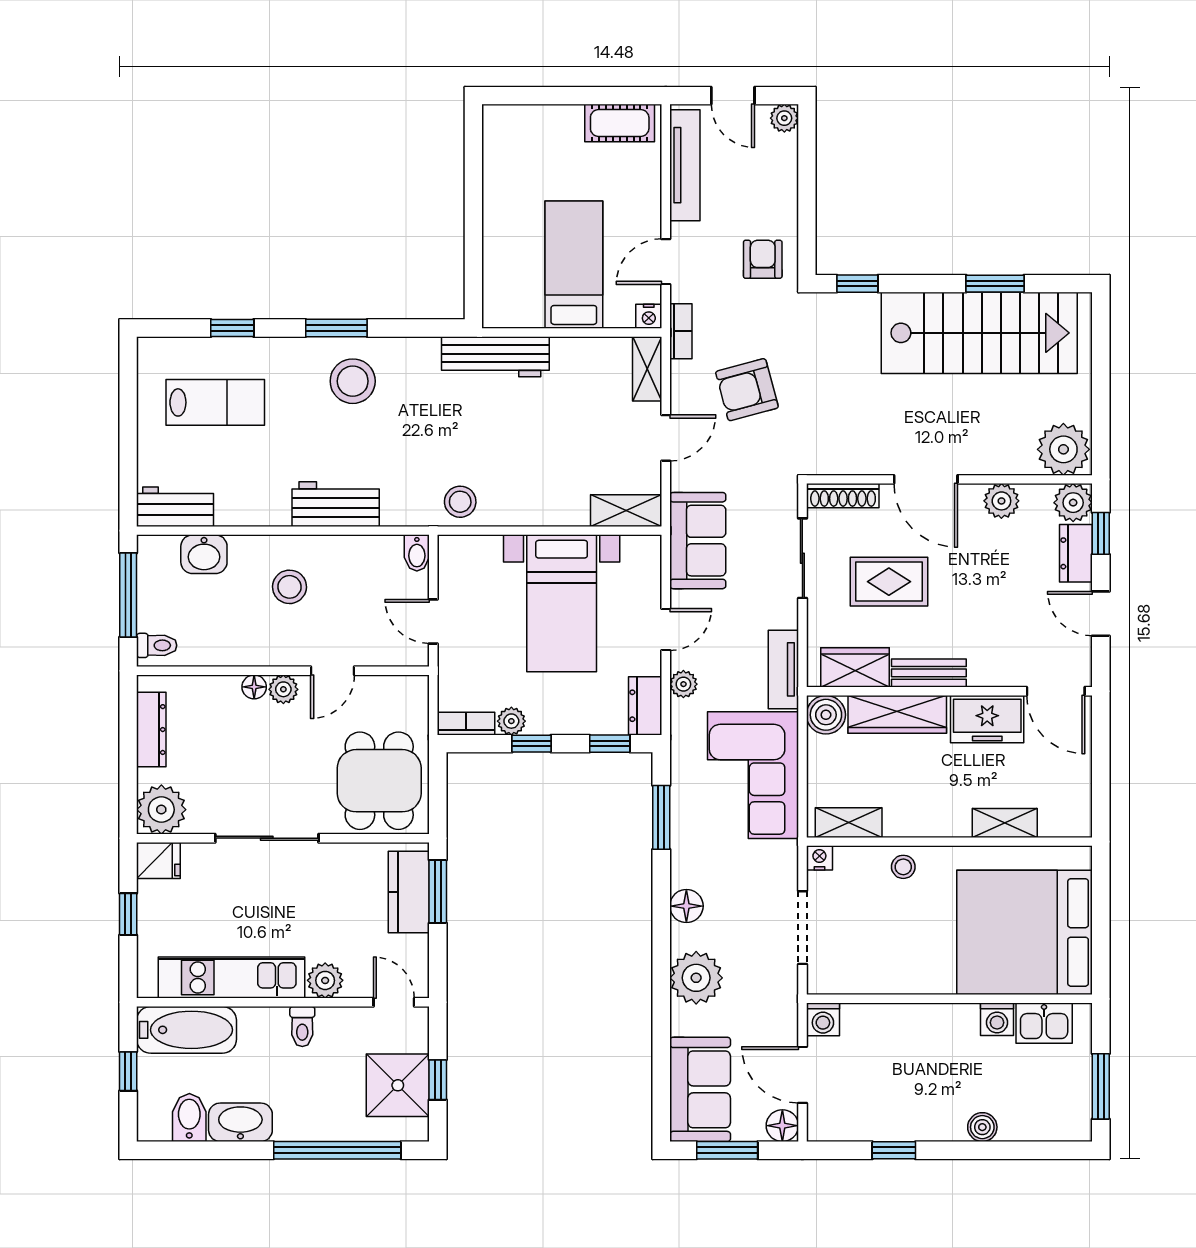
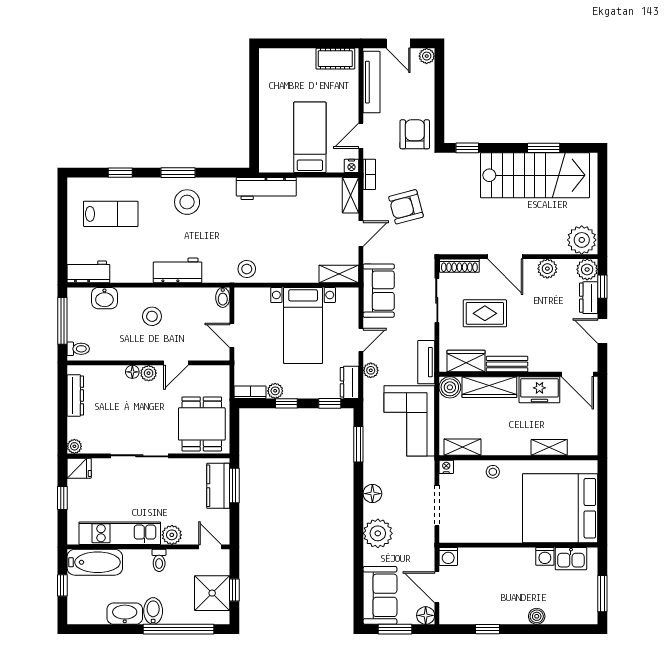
armchair: (763, 259) -> (415, 134), width x1.38, depth x1.38
plant: (161, 810) -> (74, 446), width x0.53, depth x0.53
bidet: (189, 1118) -> (153, 611), moved

